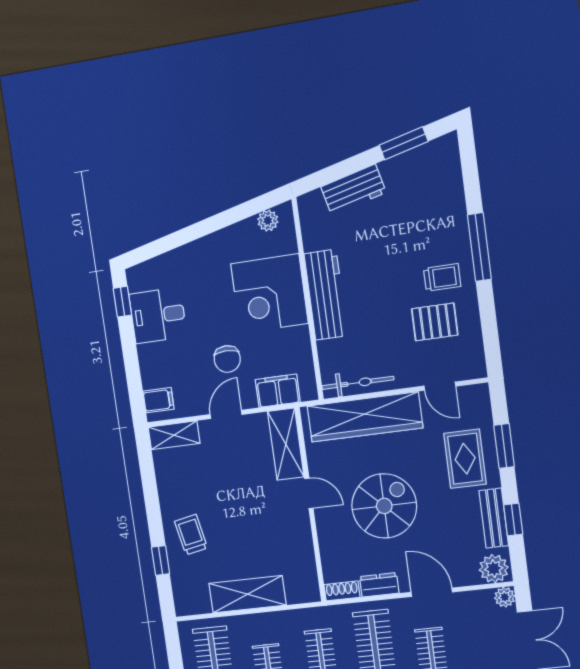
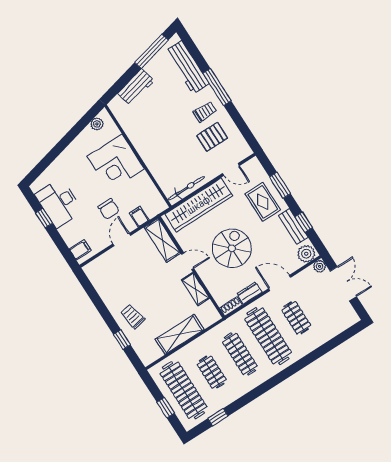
window: (404, 143) -> (152, 51), width x1.44
workbench: (326, 295) -> (187, 67), moved, turned 180
window: (122, 302) -> (44, 218), moved
desk: (158, 315) -> (59, 203), width x1.37
filing cabinet: (278, 391) -> (139, 217), width x0.50
shelving: (174, 435) -> (195, 289), moved, turned 90

